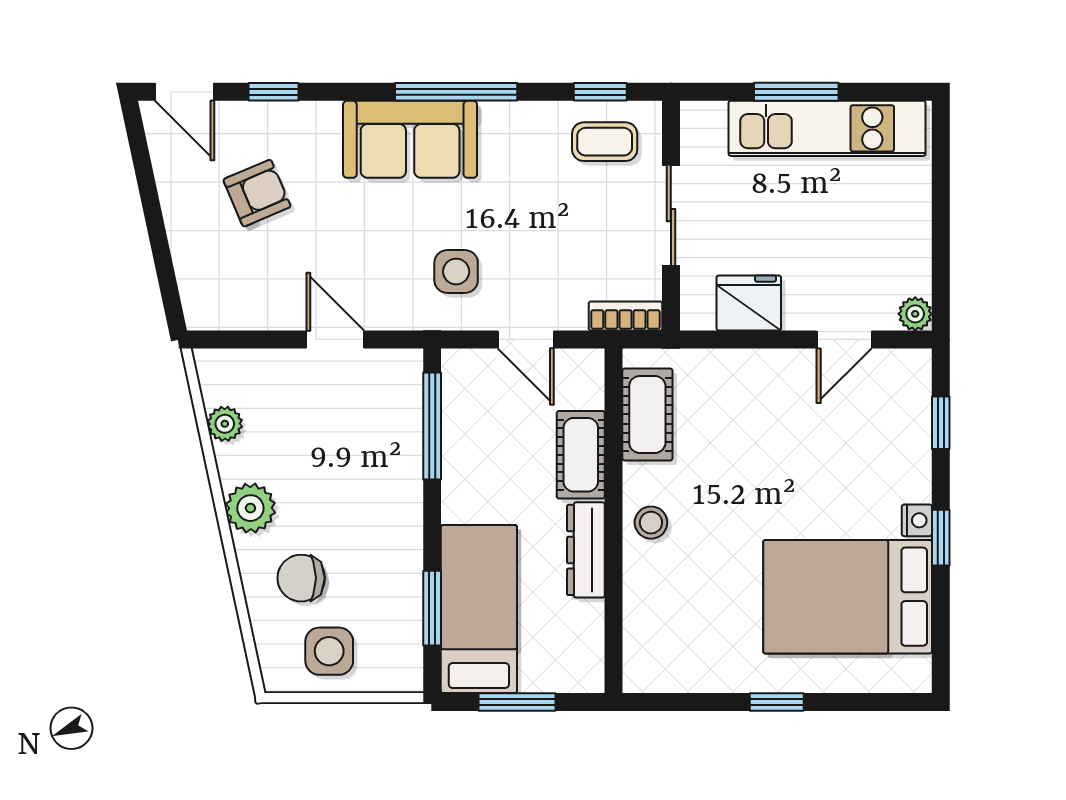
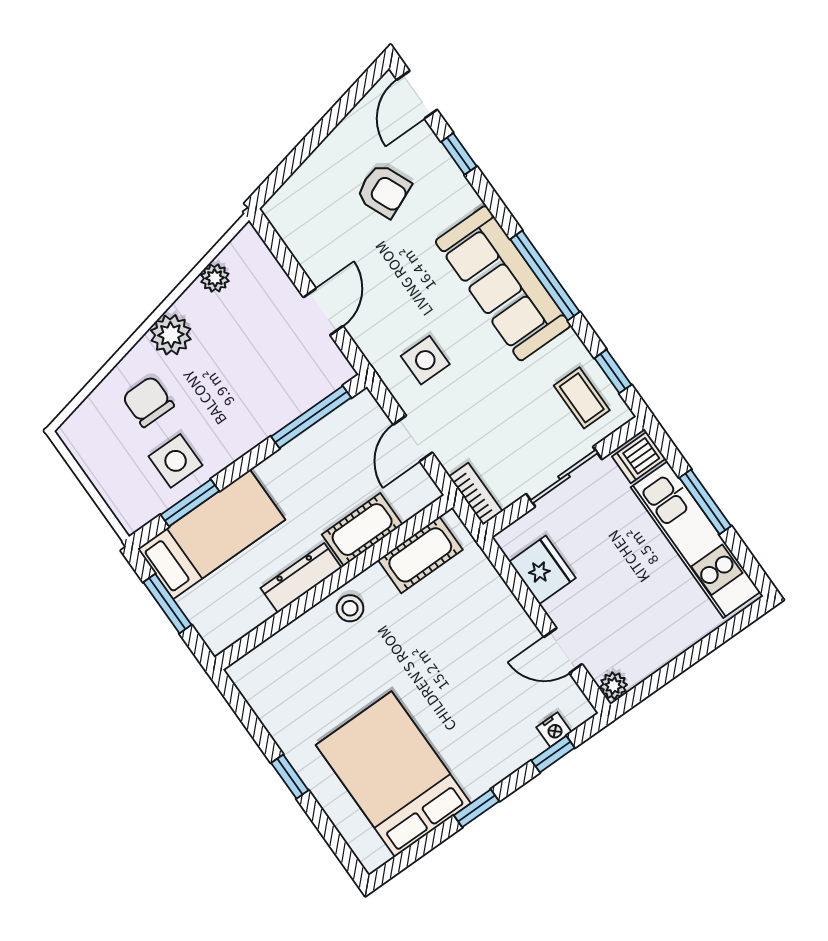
dishwasher: (705, 127) -> (639, 458), added
sofa: (410, 139) -> (503, 283), width x1.36
nightstand: (917, 520) -> (554, 730), moved
side table: (329, 651) -> (176, 461), moved

